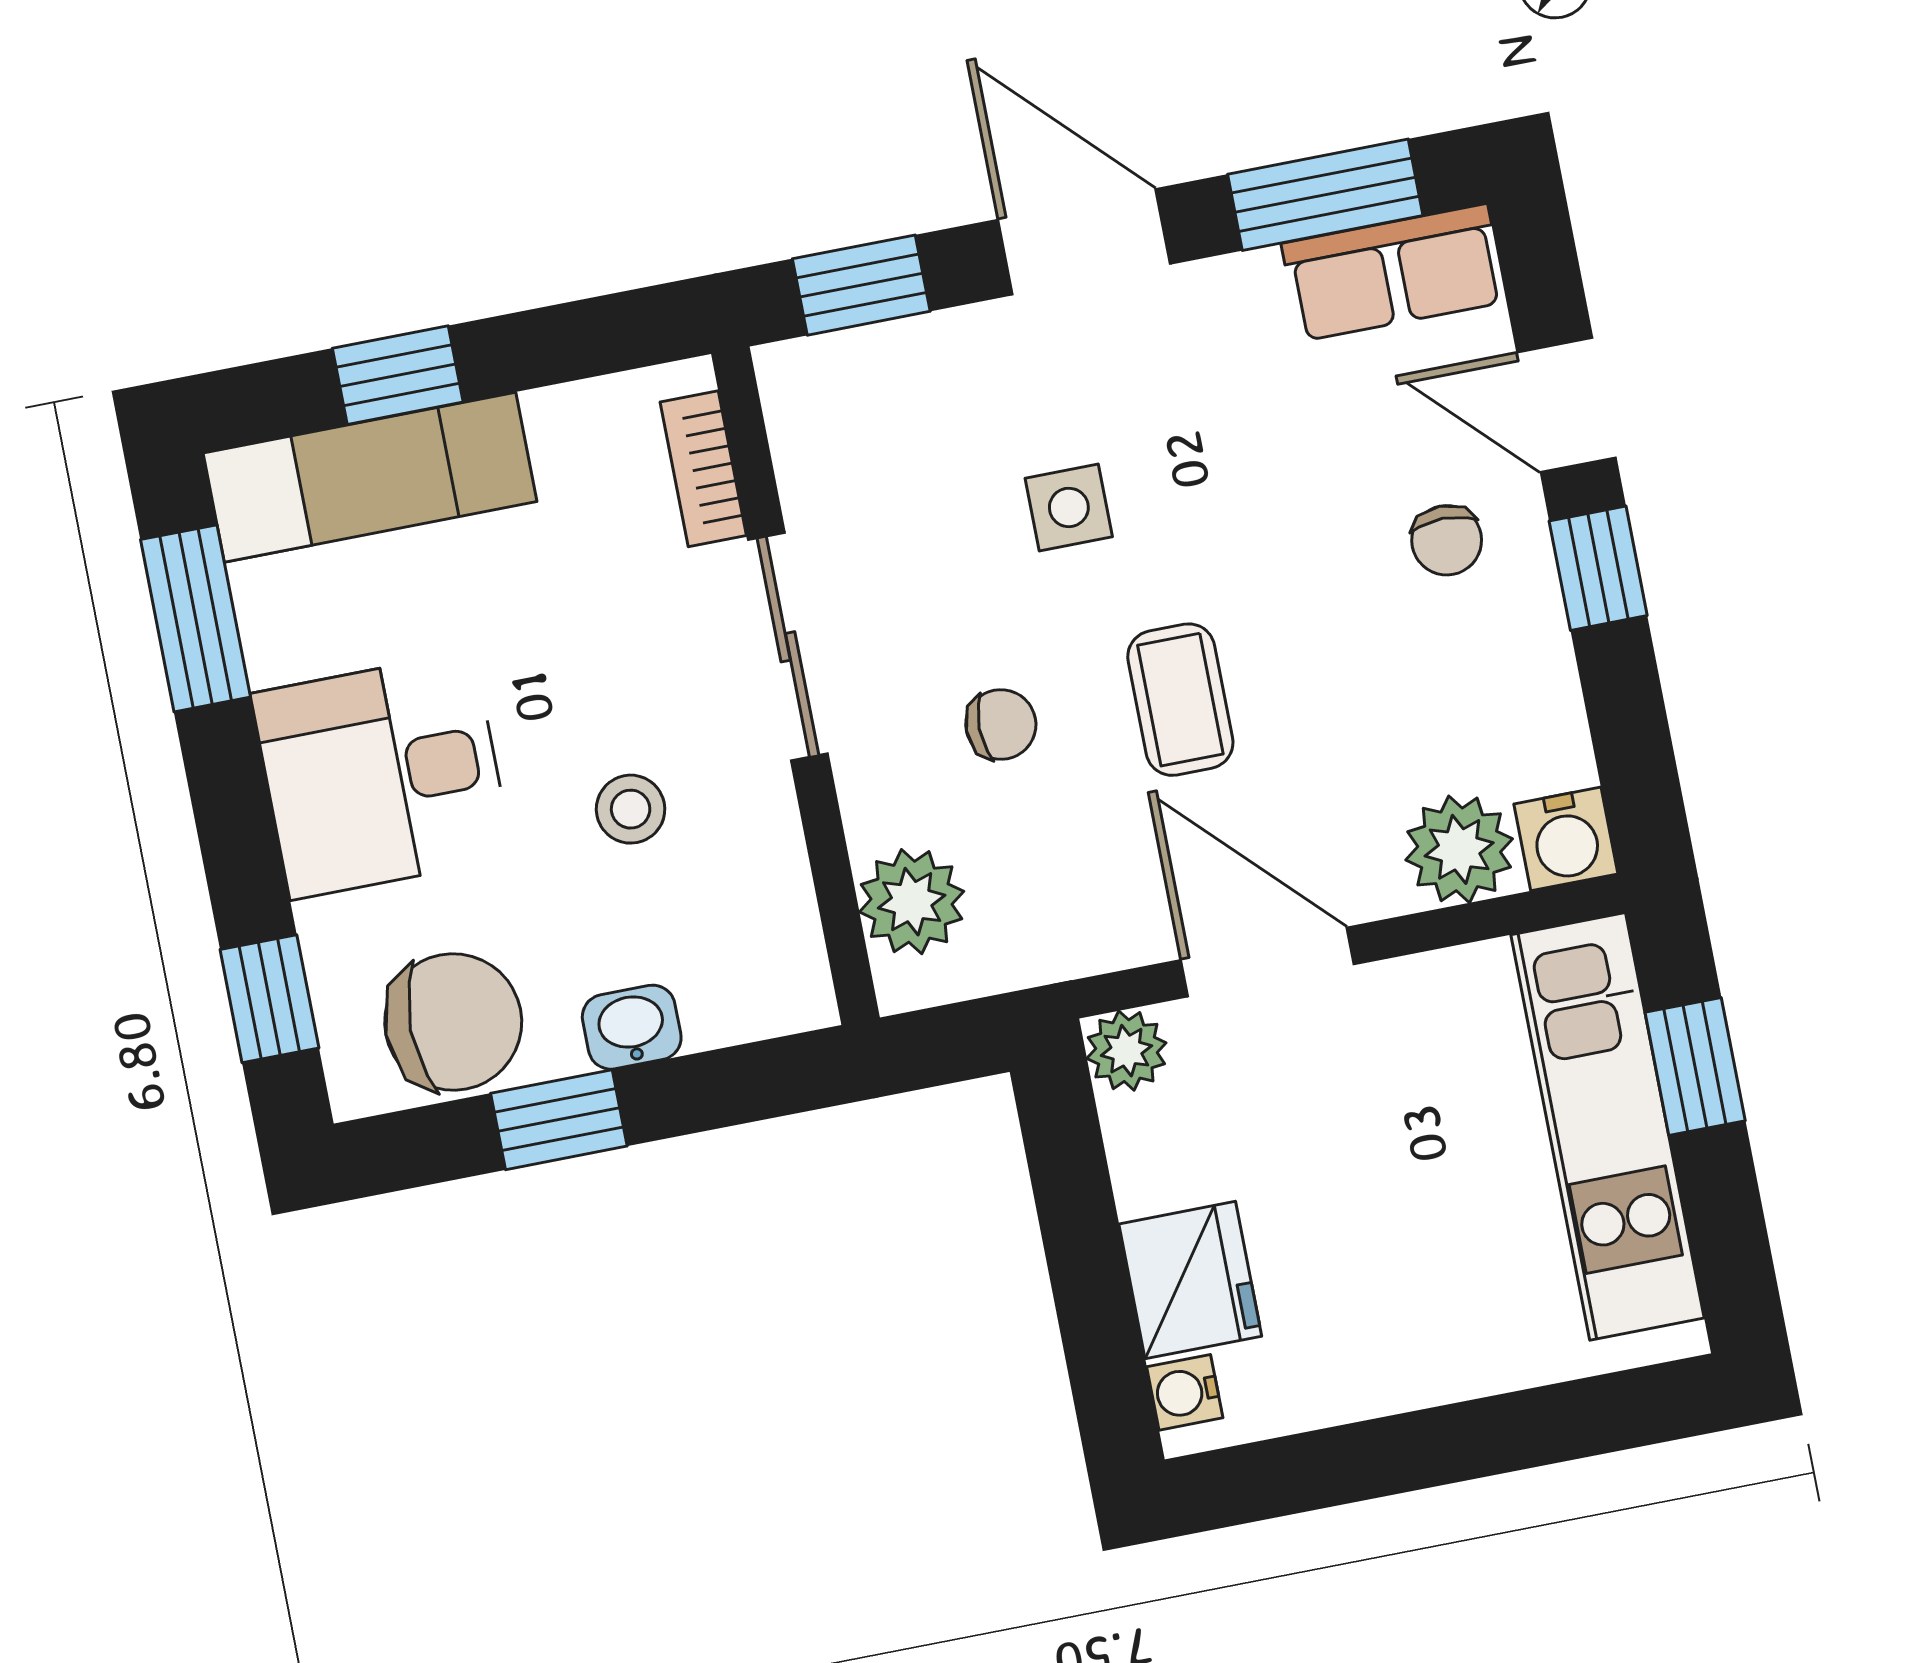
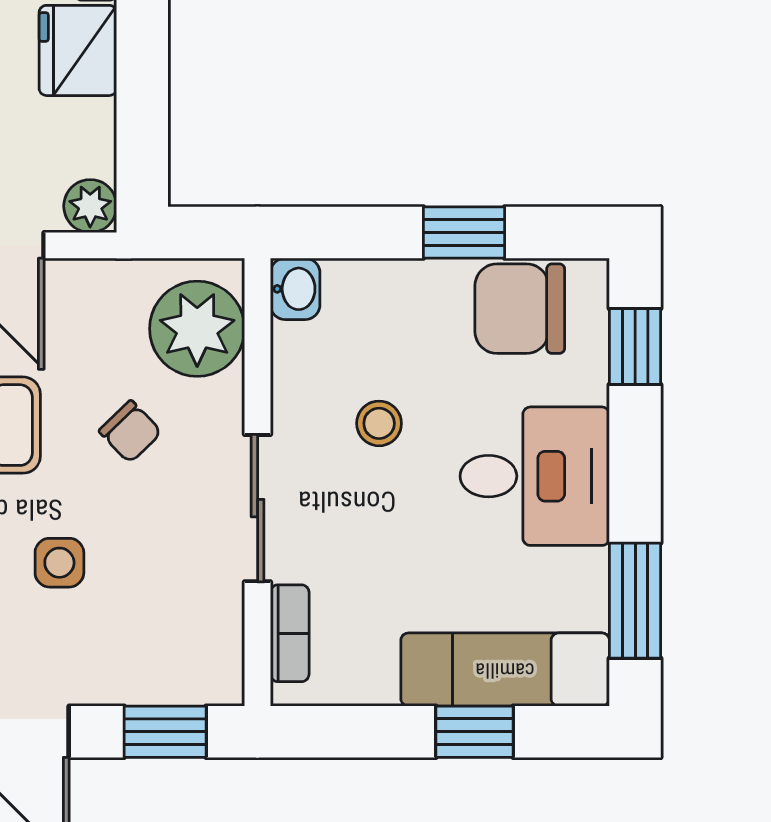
chair: (1001, 724) -> (130, 432), turned -134
plant: (912, 902) -> (197, 329), width x1.36, depth x1.36
washbasin: (632, 1027) -> (295, 289), moved, turned -90

